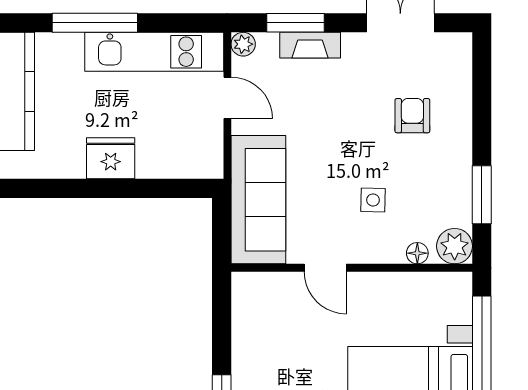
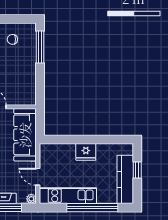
window: (95, 23) -> (92, 208), width x1.46

